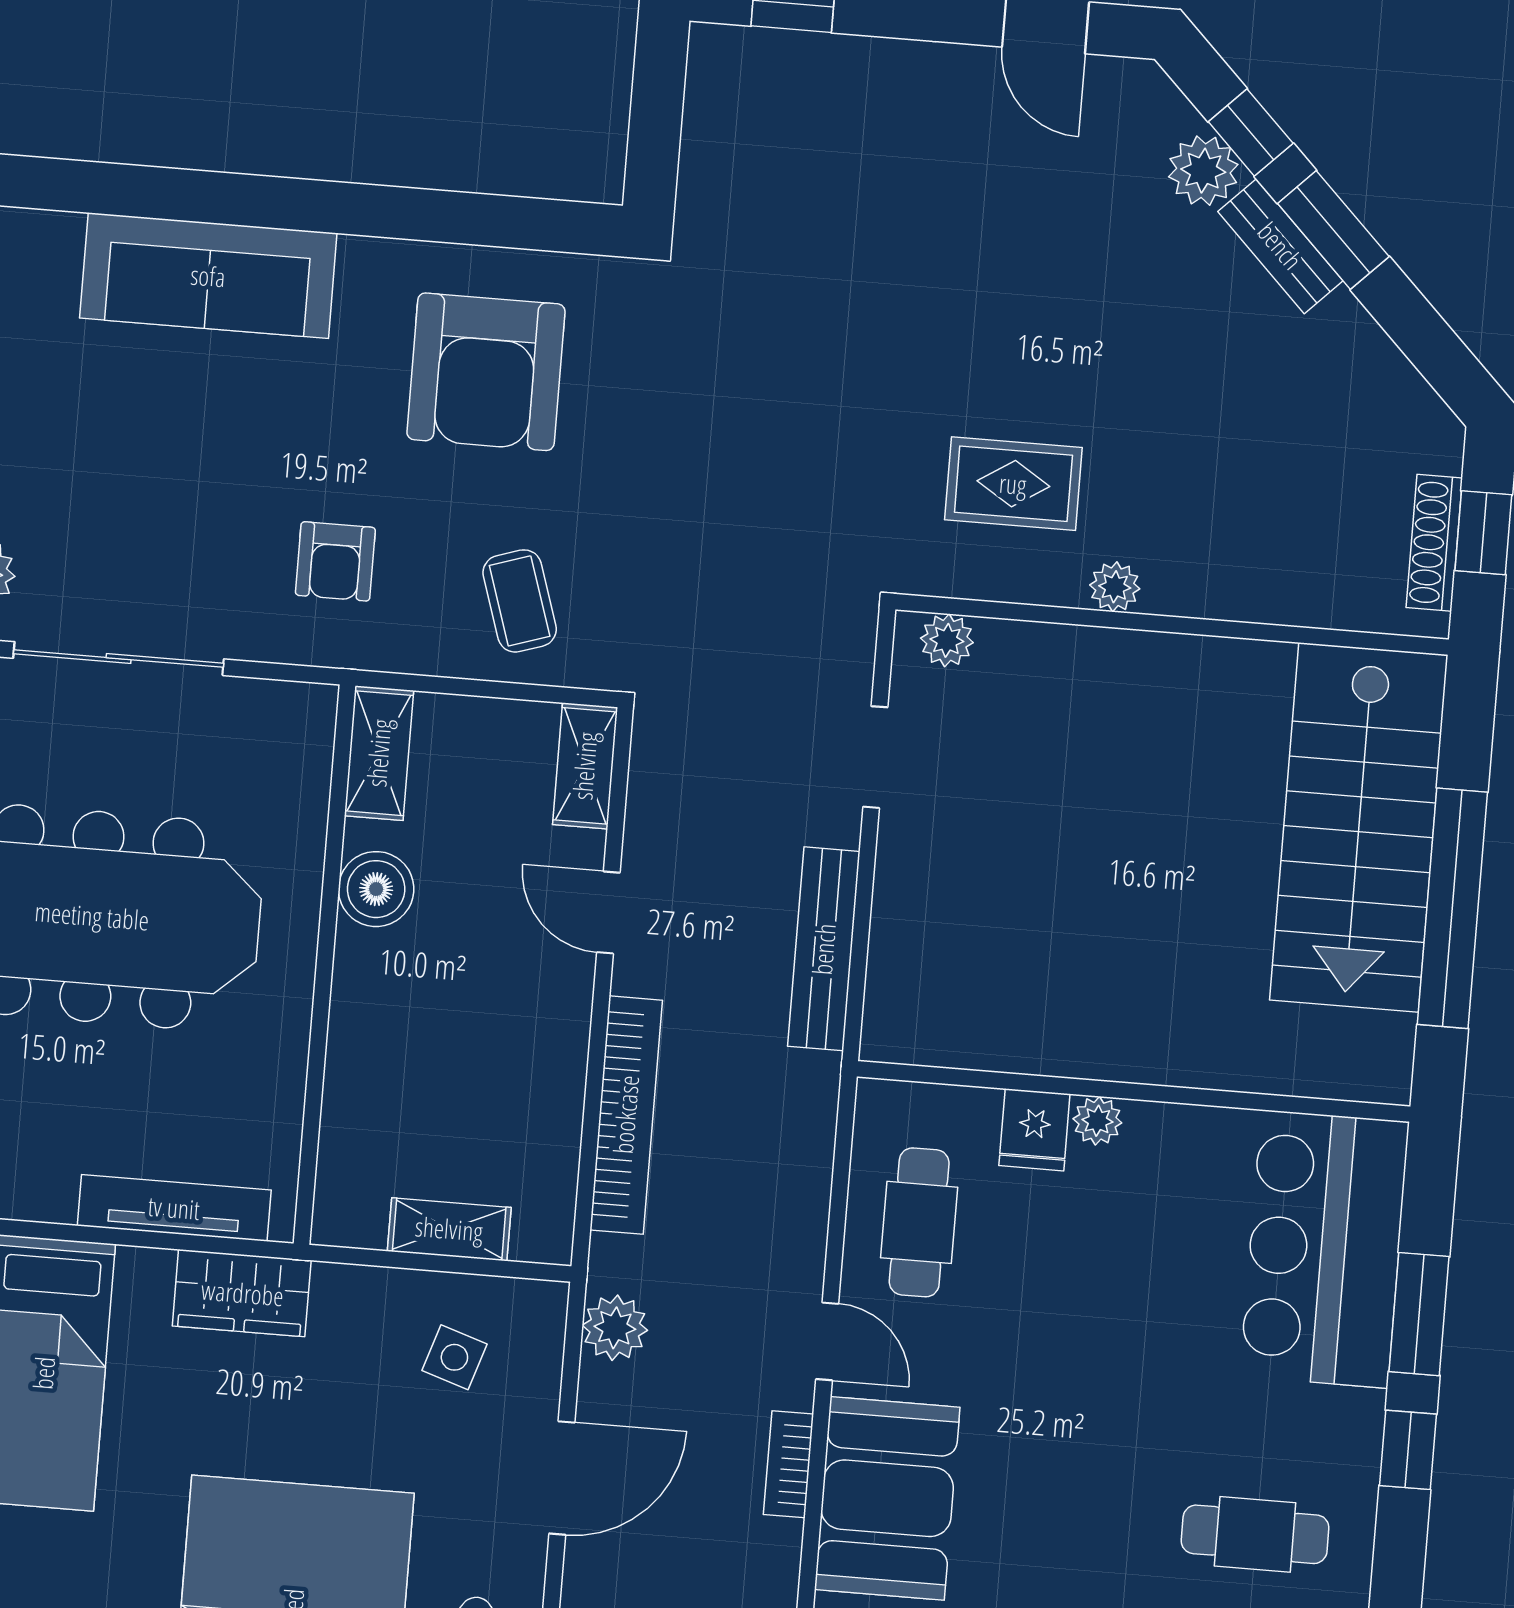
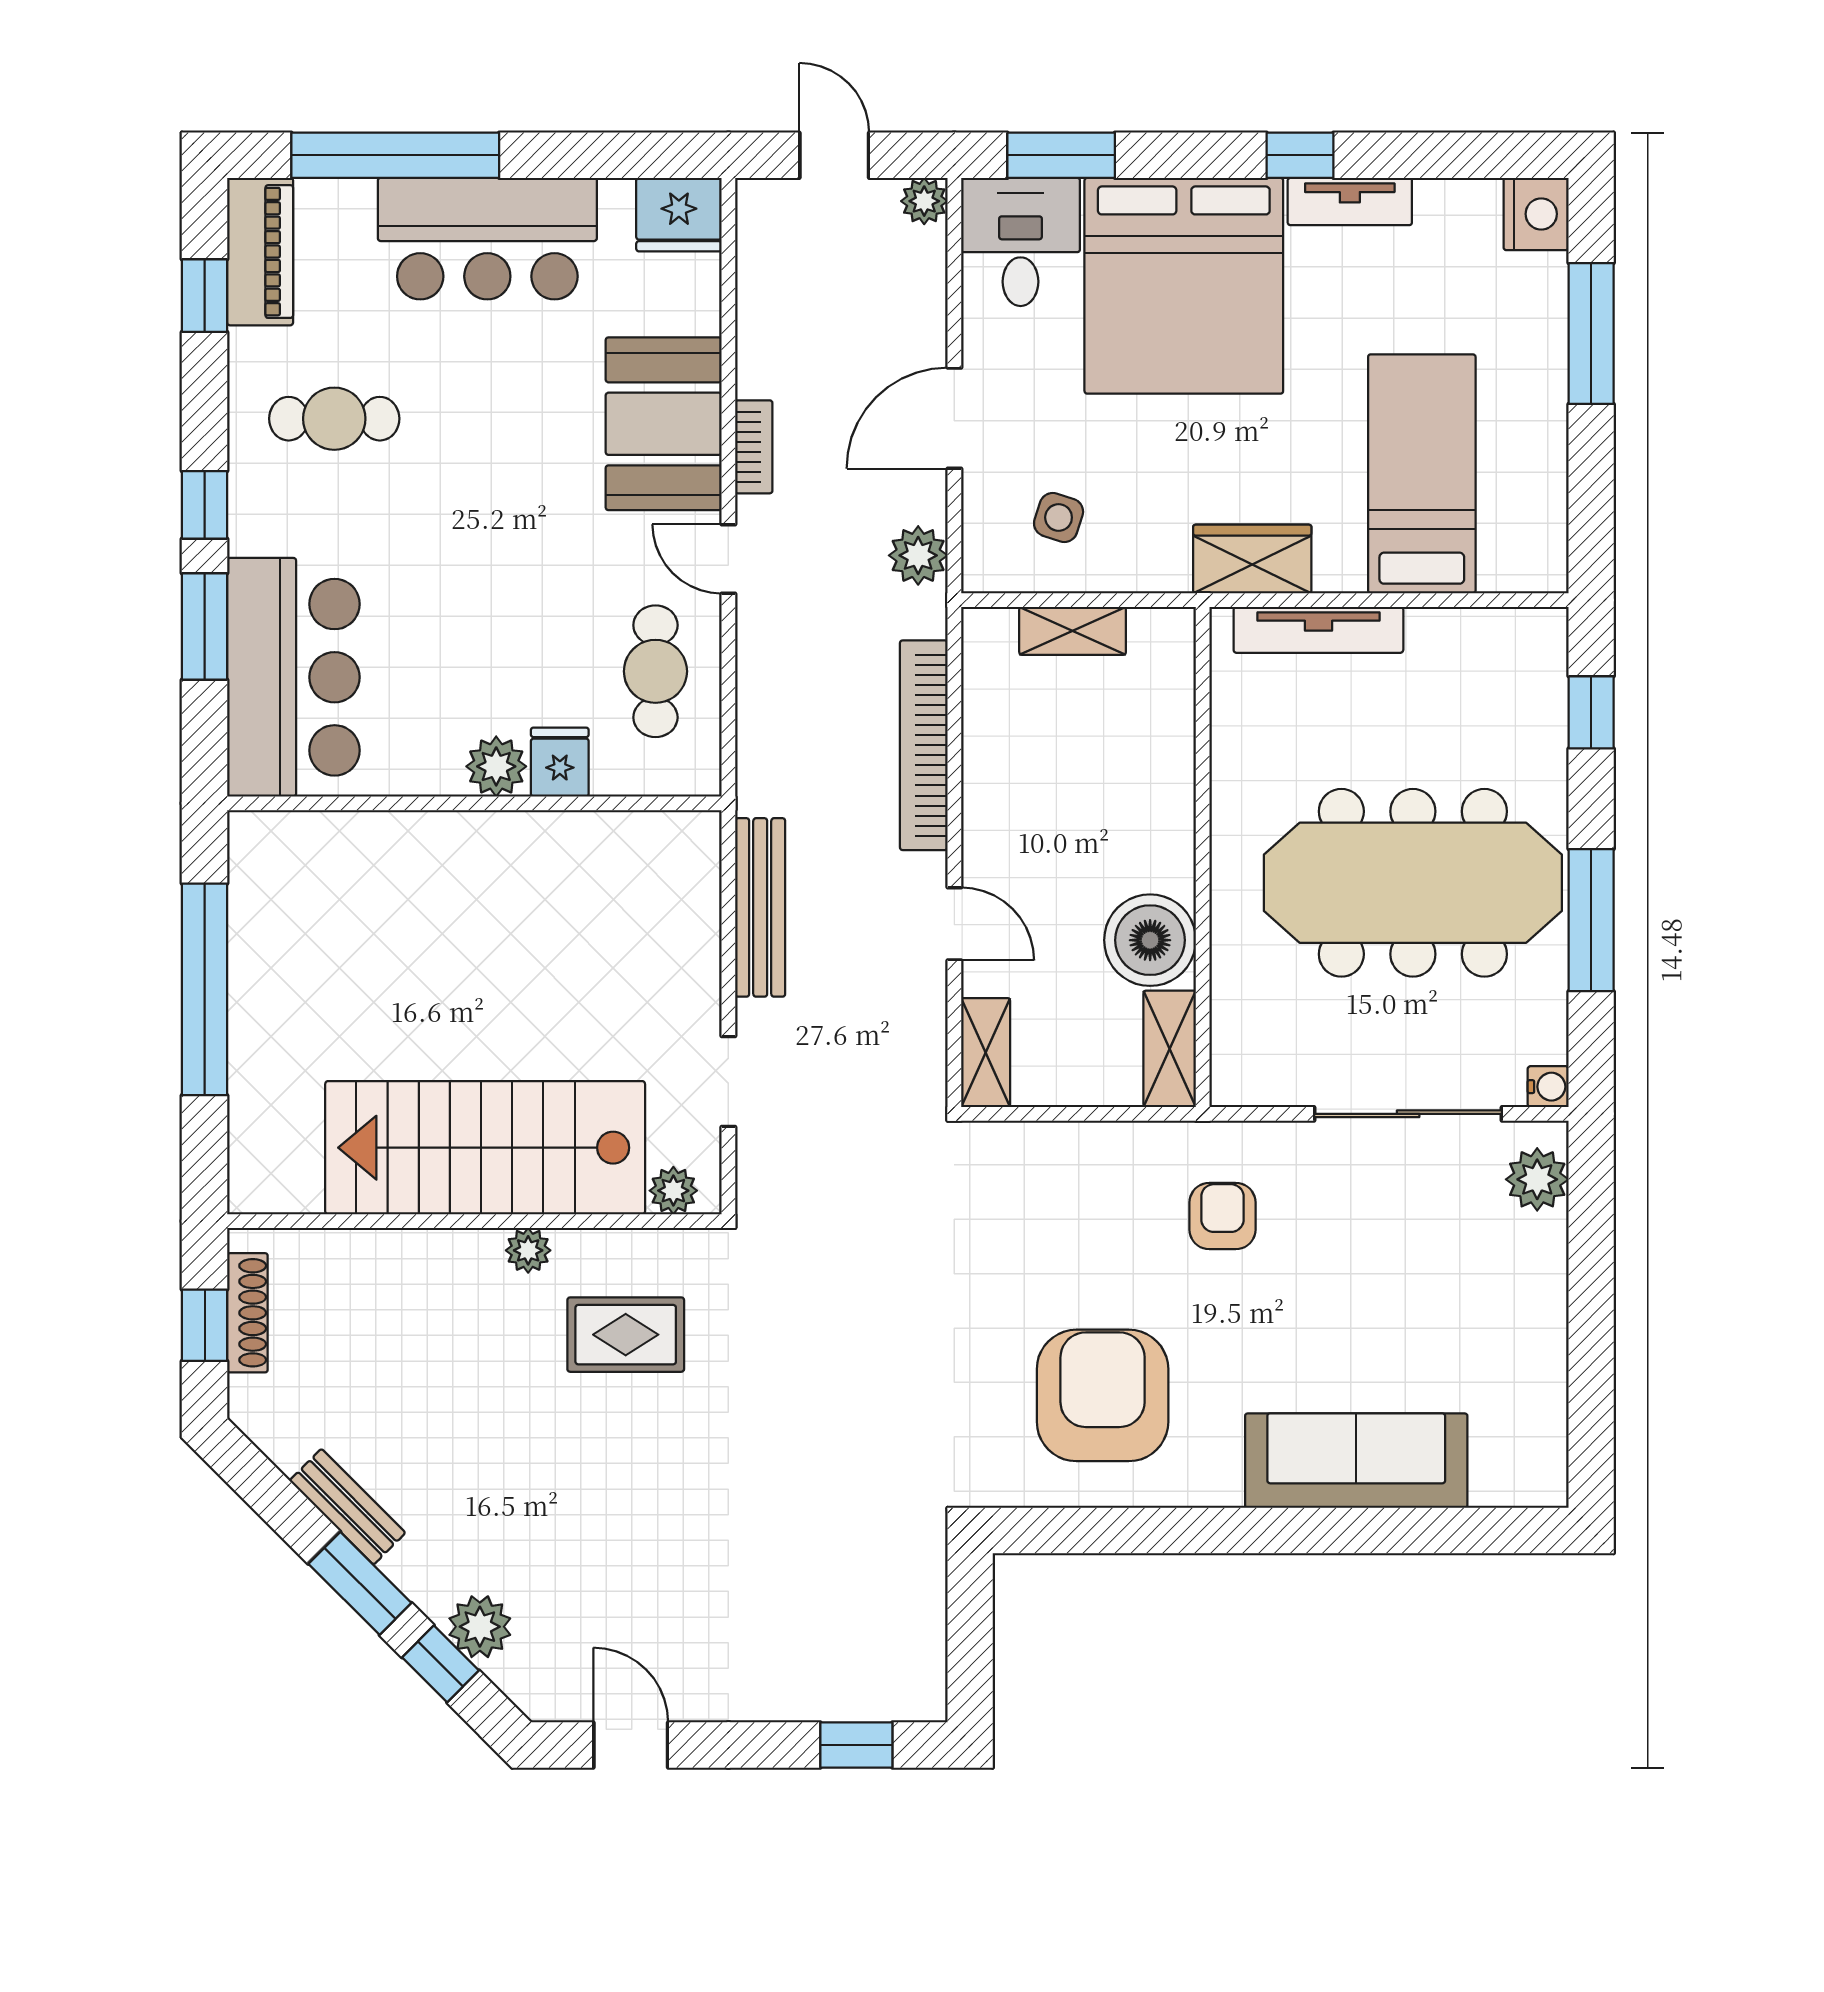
bench: (1280, 246) -> (347, 1507), moved
coffee table: (520, 601) -> (1056, 1194), removed
stairs: (1359, 827) -> (485, 1148), moved, turned -90
boiler: (376, 889) -> (1150, 940), width x1.37, depth x1.37
plant: (1097, 1121) -> (496, 766), width x1.38, depth x1.38

